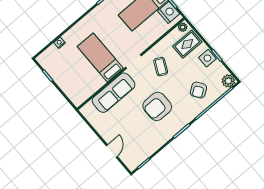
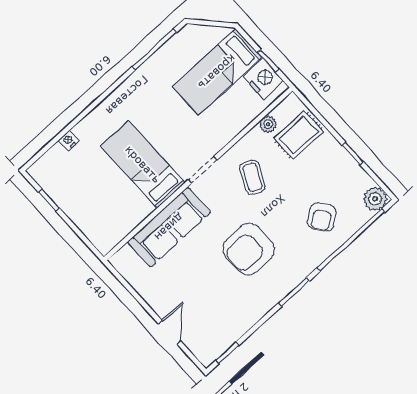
plant: (183, 27) -> (268, 124), moved
side table: (207, 58) -> (336, 159), removed

